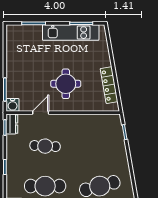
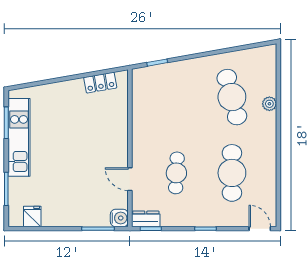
fridge: (14, 42) -> (32, 217), added
round table: (66, 84) -> (90, 144), removed
locker: (109, 85) -> (100, 83), width x0.66

